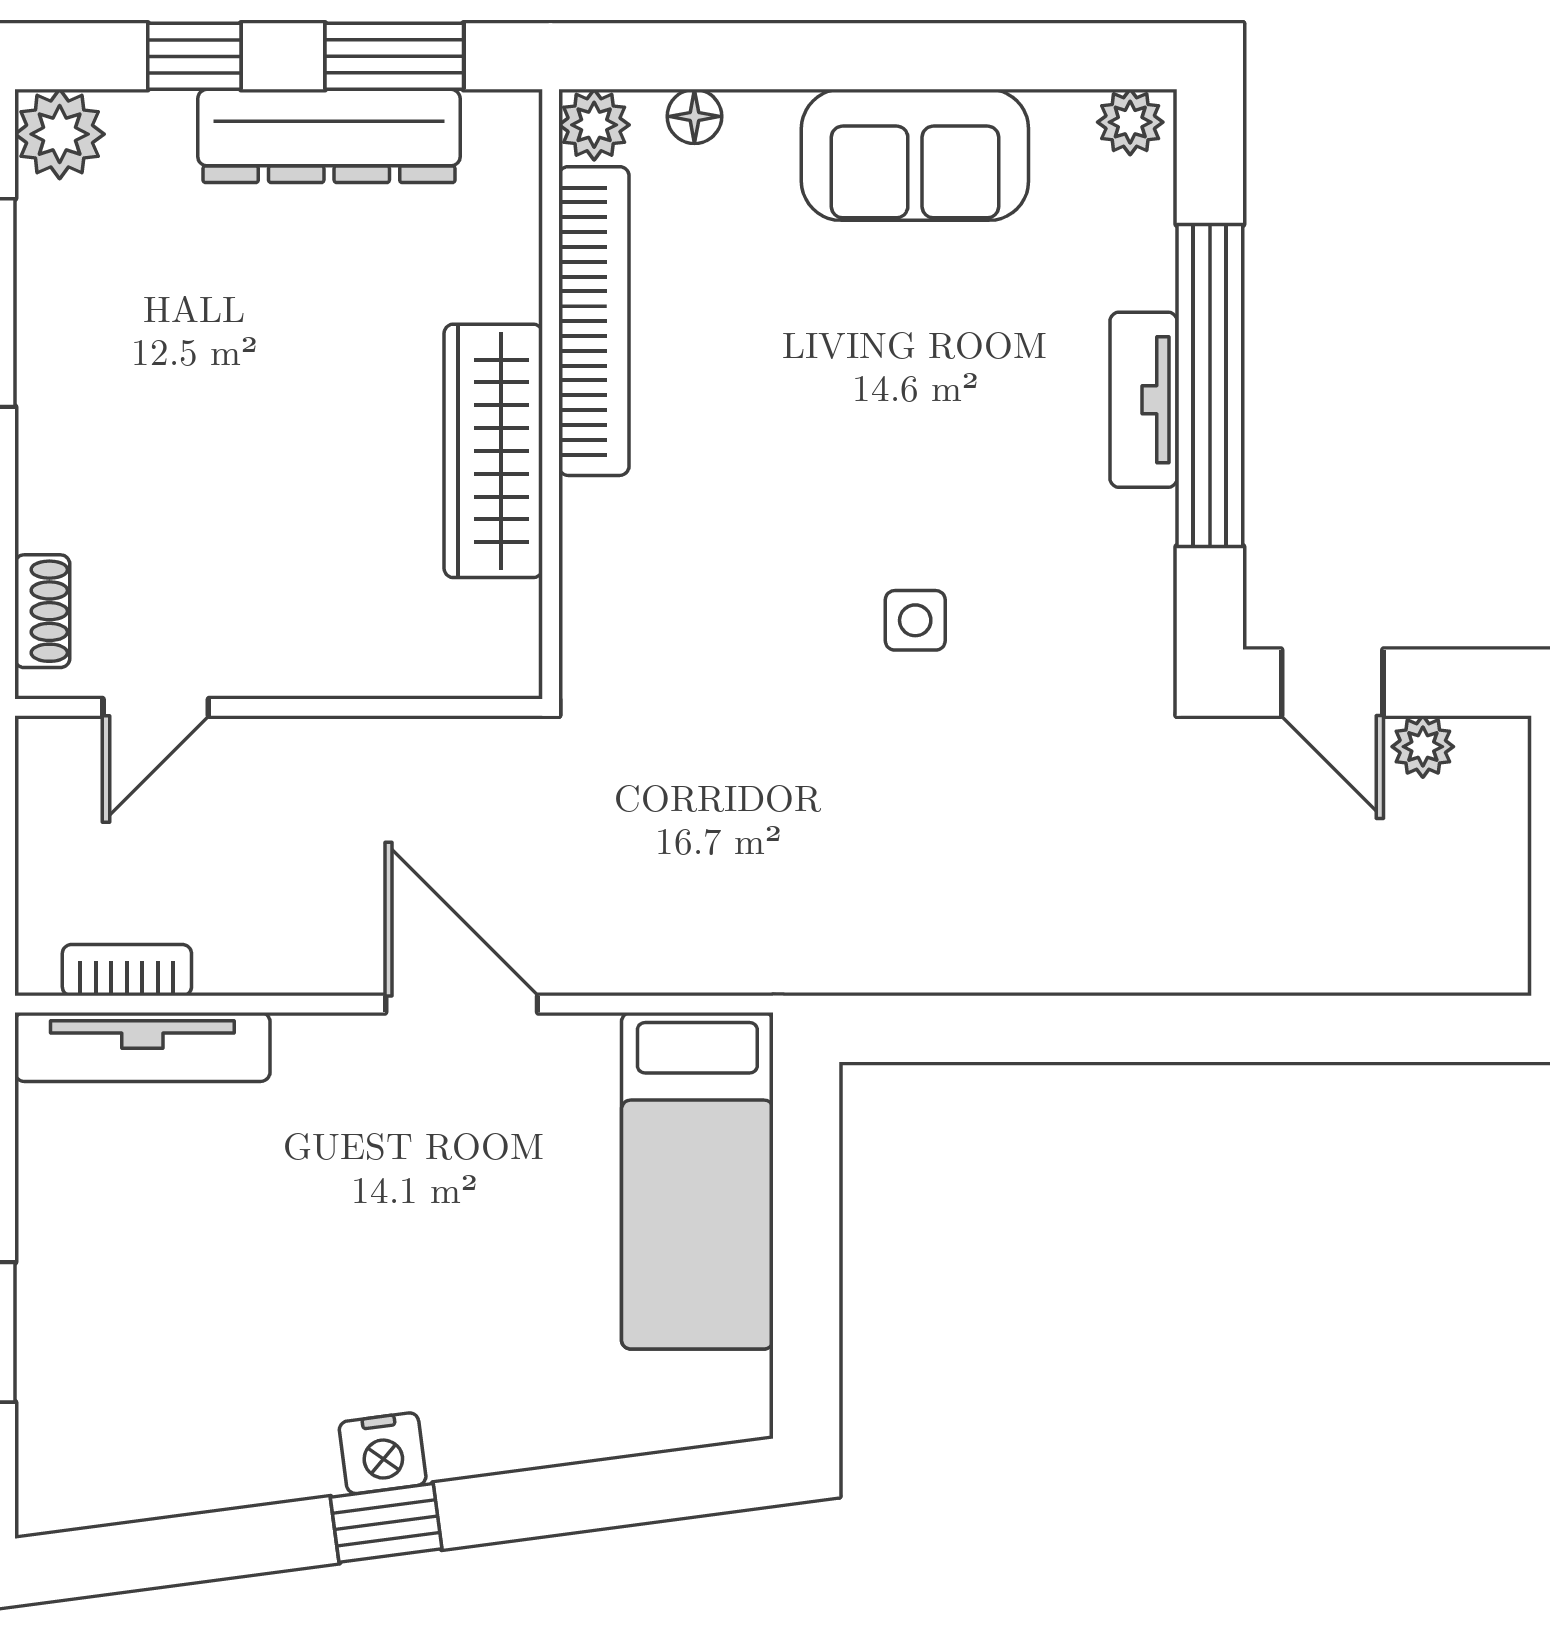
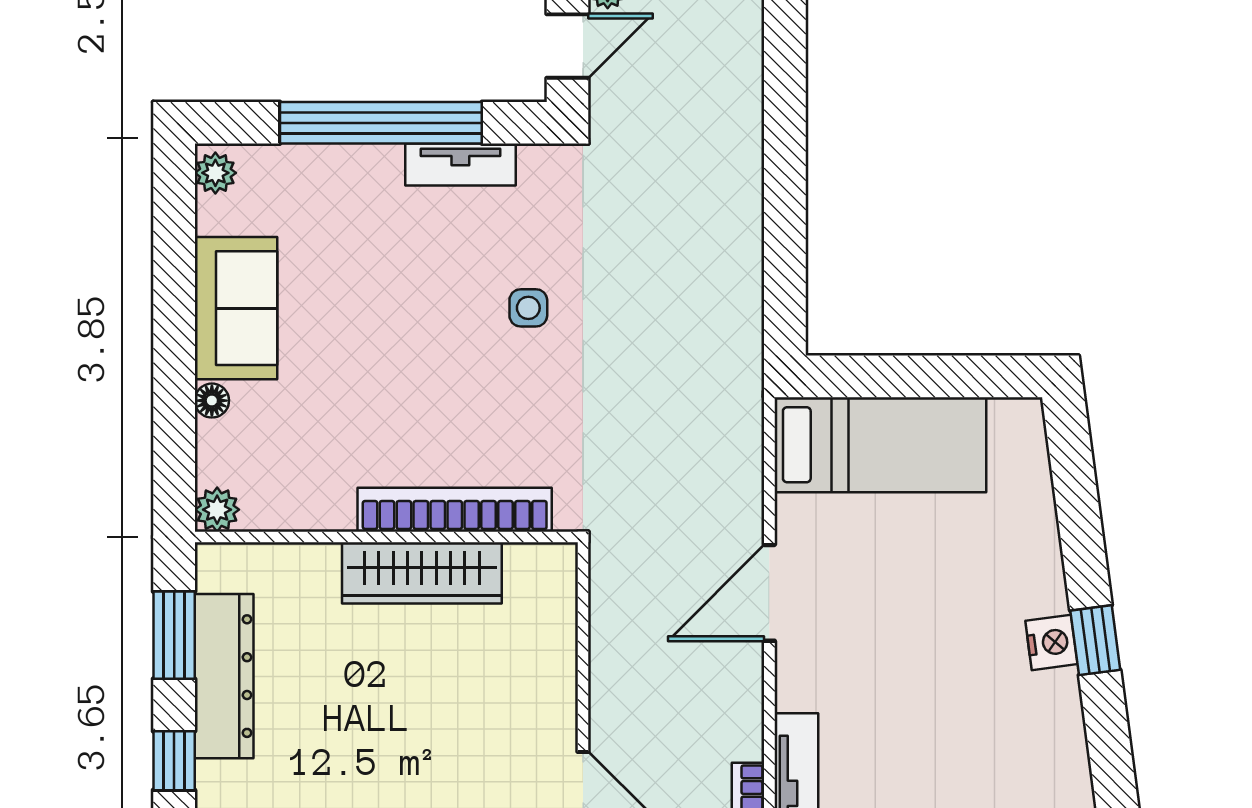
floor lamp: (694, 116) -> (212, 401), moved
bookcase: (594, 321) -> (455, 510), moved
tv unit: (1144, 400) -> (460, 165), moved

